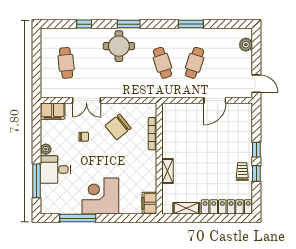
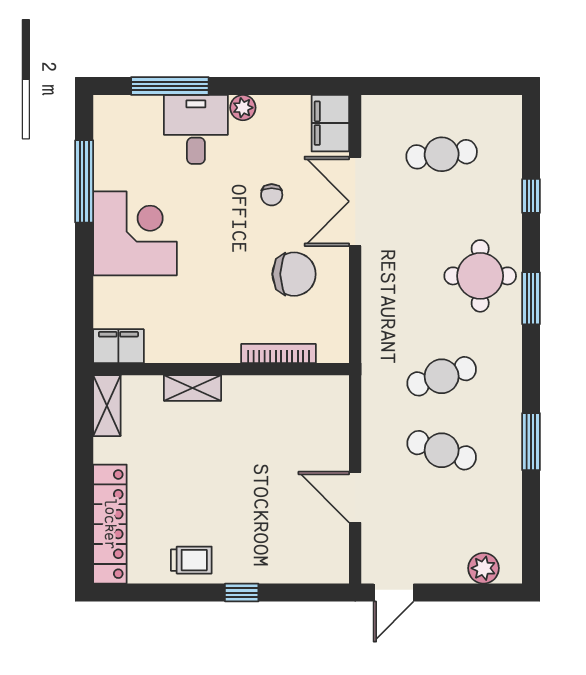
double door: (86, 100) -> (355, 201), width x1.37
chair: (118, 127) -> (294, 274), turned 129
window: (256, 174) -> (187, 593), removed
shelving: (186, 208) -> (107, 406), moved

